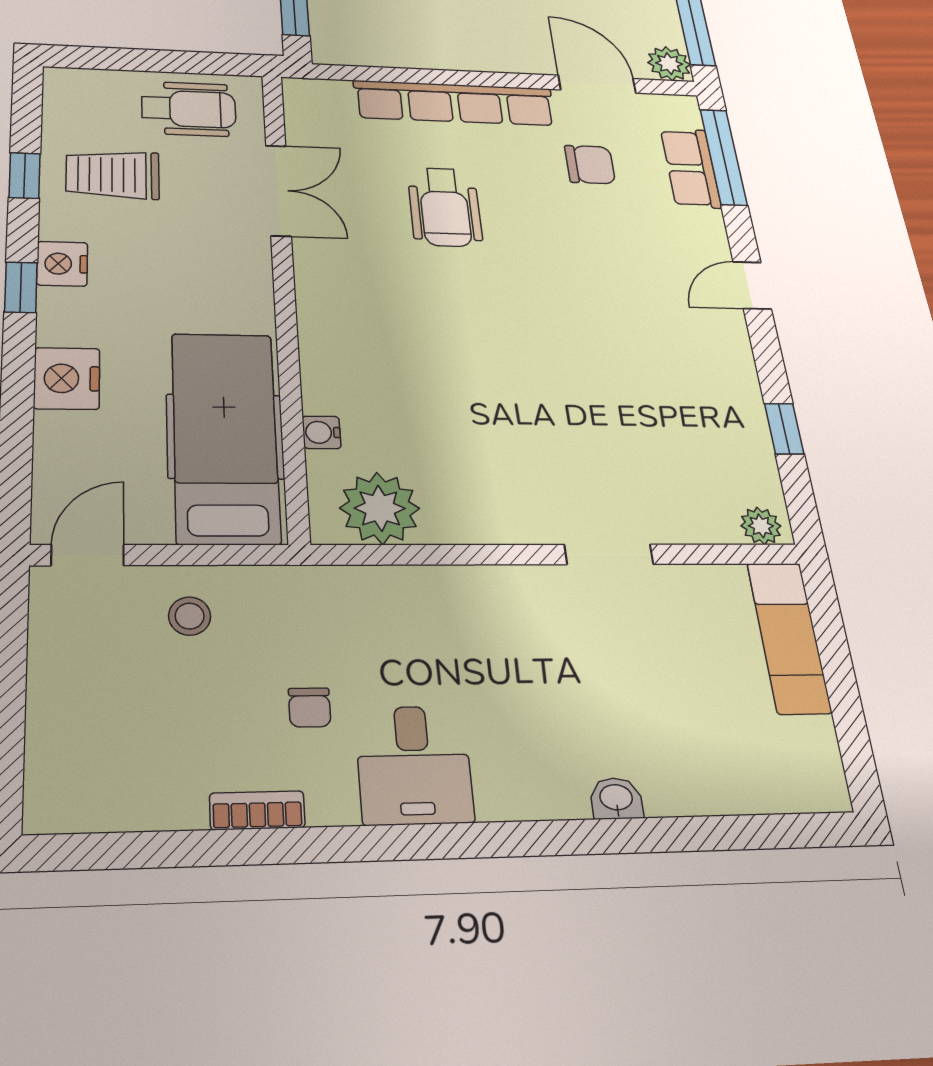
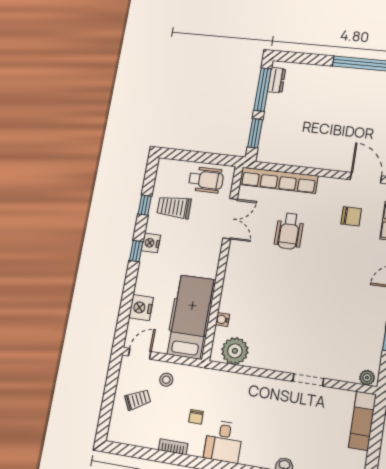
row of seats: (455, 103) -> (279, 180), moved
nightstand: (67, 378) -> (141, 308), moved
trolley: (108, 688) -> (138, 400), added

